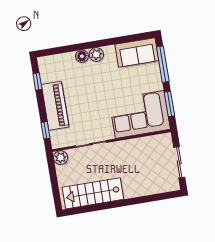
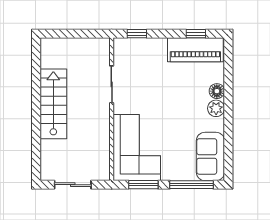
piano: (55, 106) -> (195, 50), moved
plant: (61, 158) -> (102, 46), removed
stairs: (93, 193) -> (53, 104), moved

